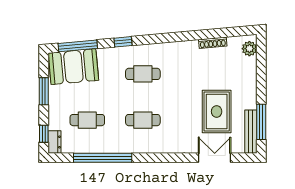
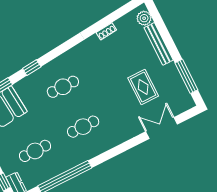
shoe rack: (213, 43) -> (106, 31), width x0.70
rug: (217, 111) -> (143, 87), width x0.73, depth x0.70
bench: (251, 132) -> (159, 44), moved

